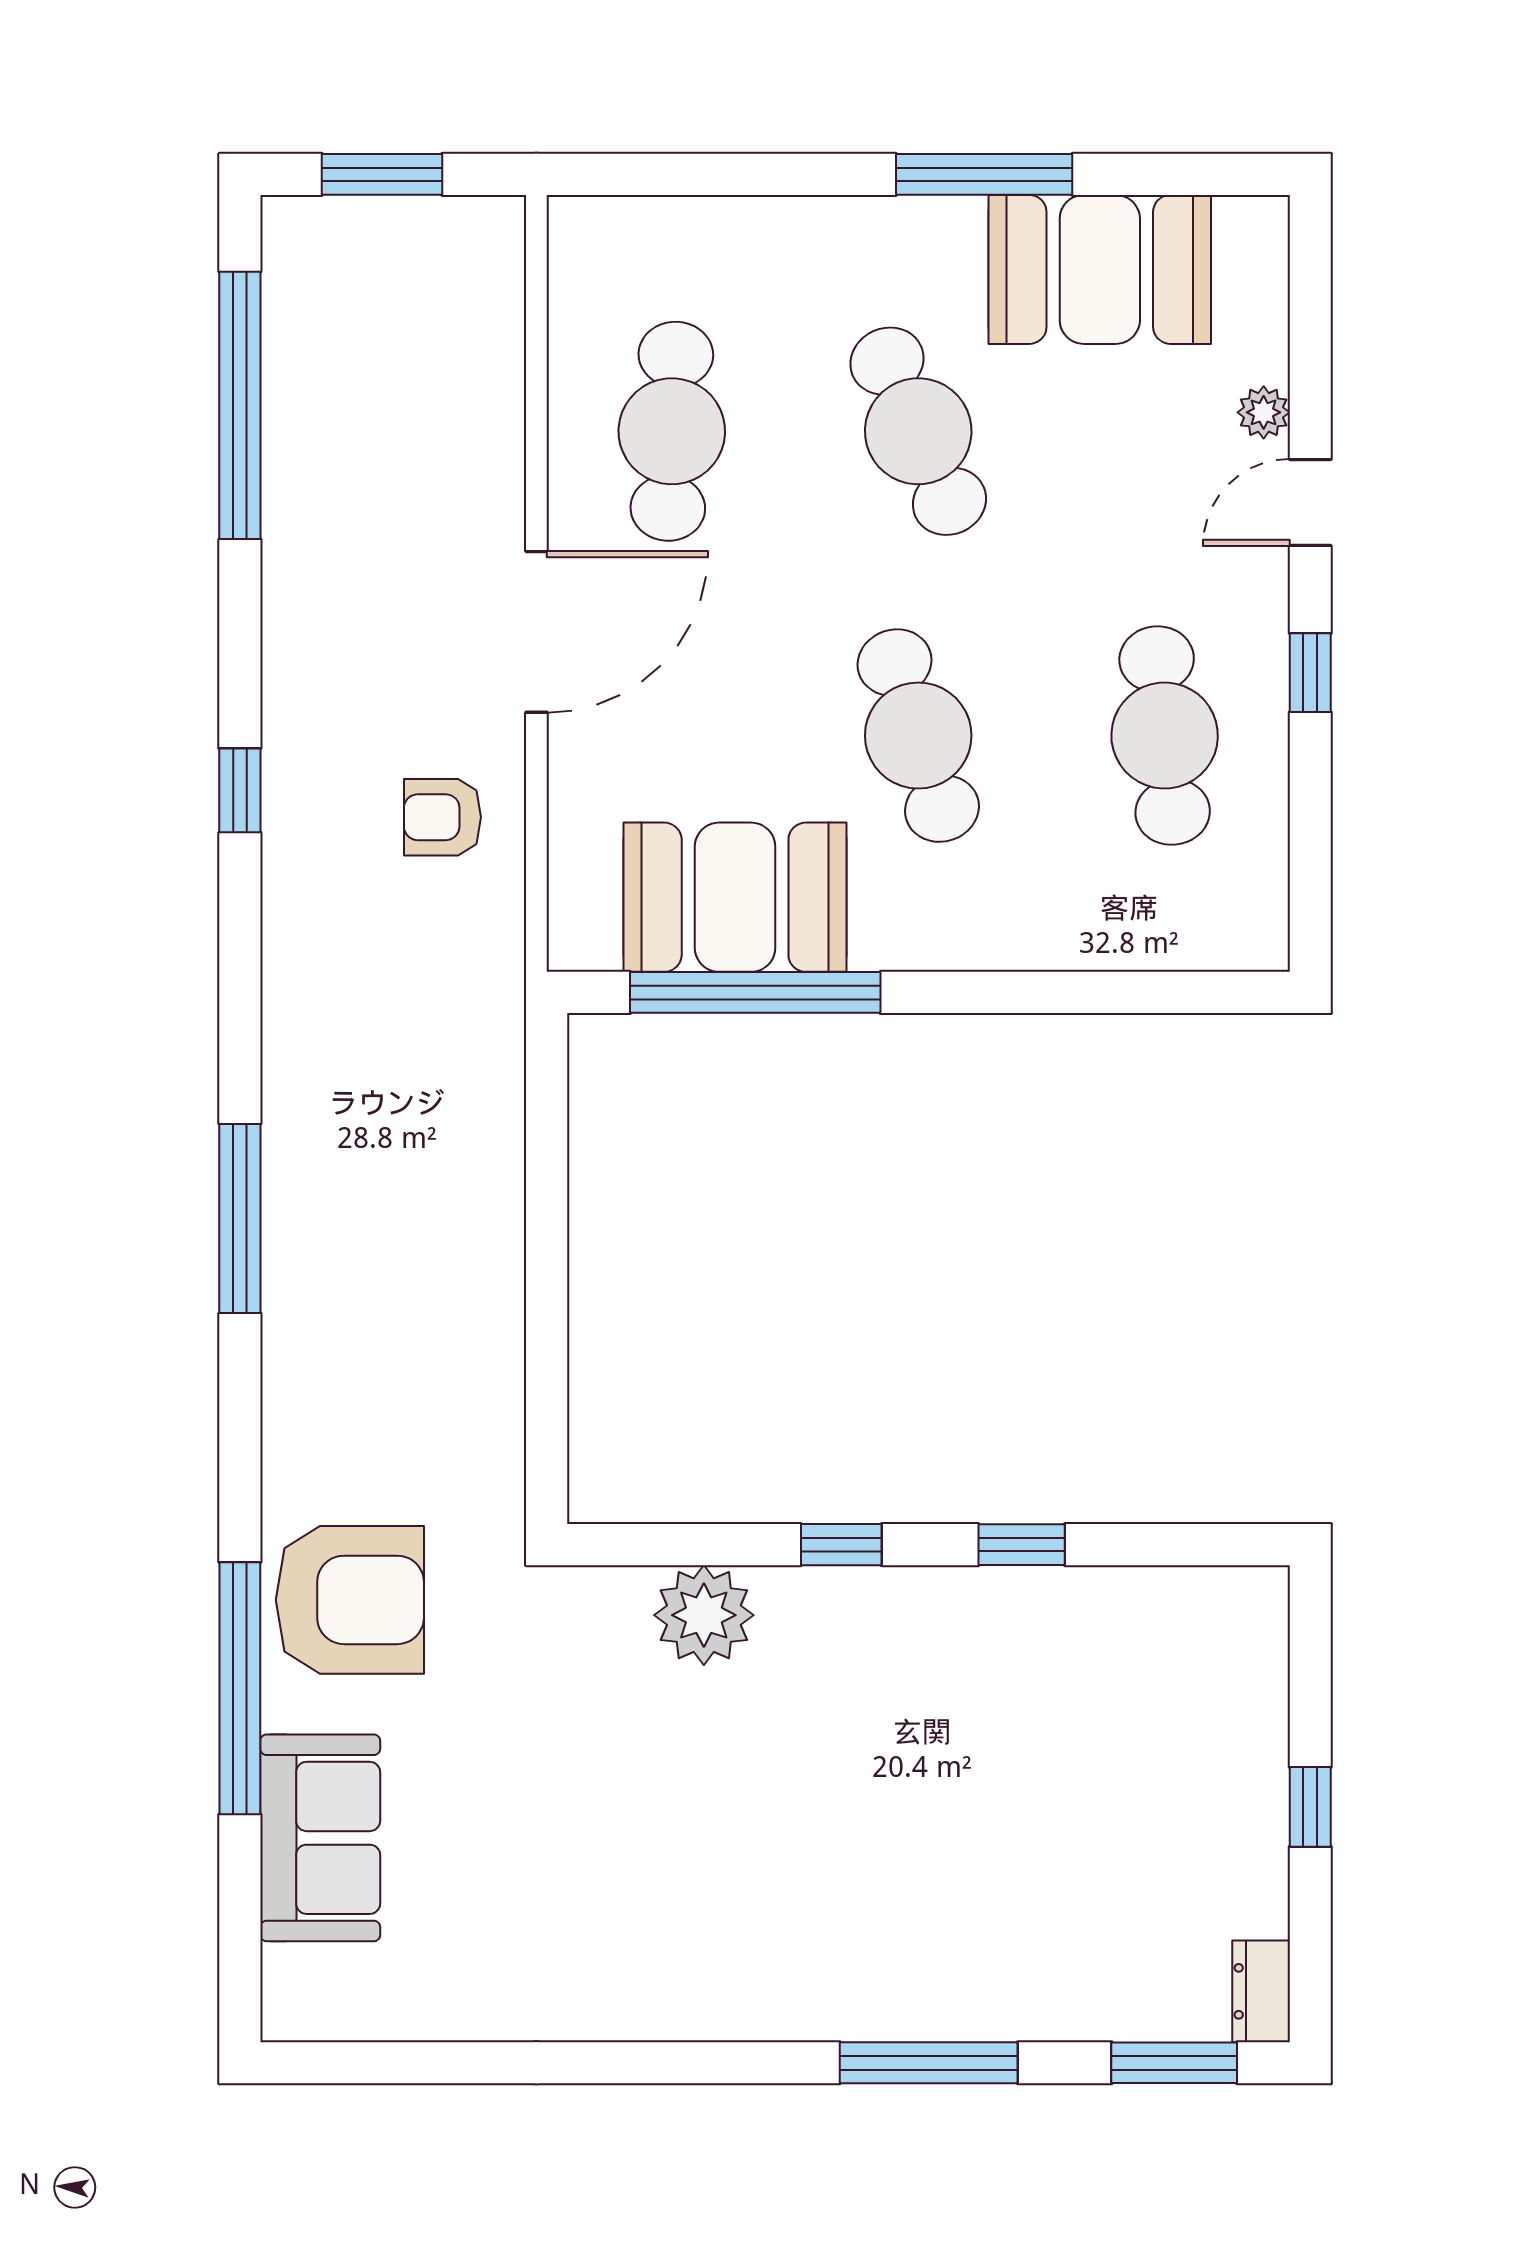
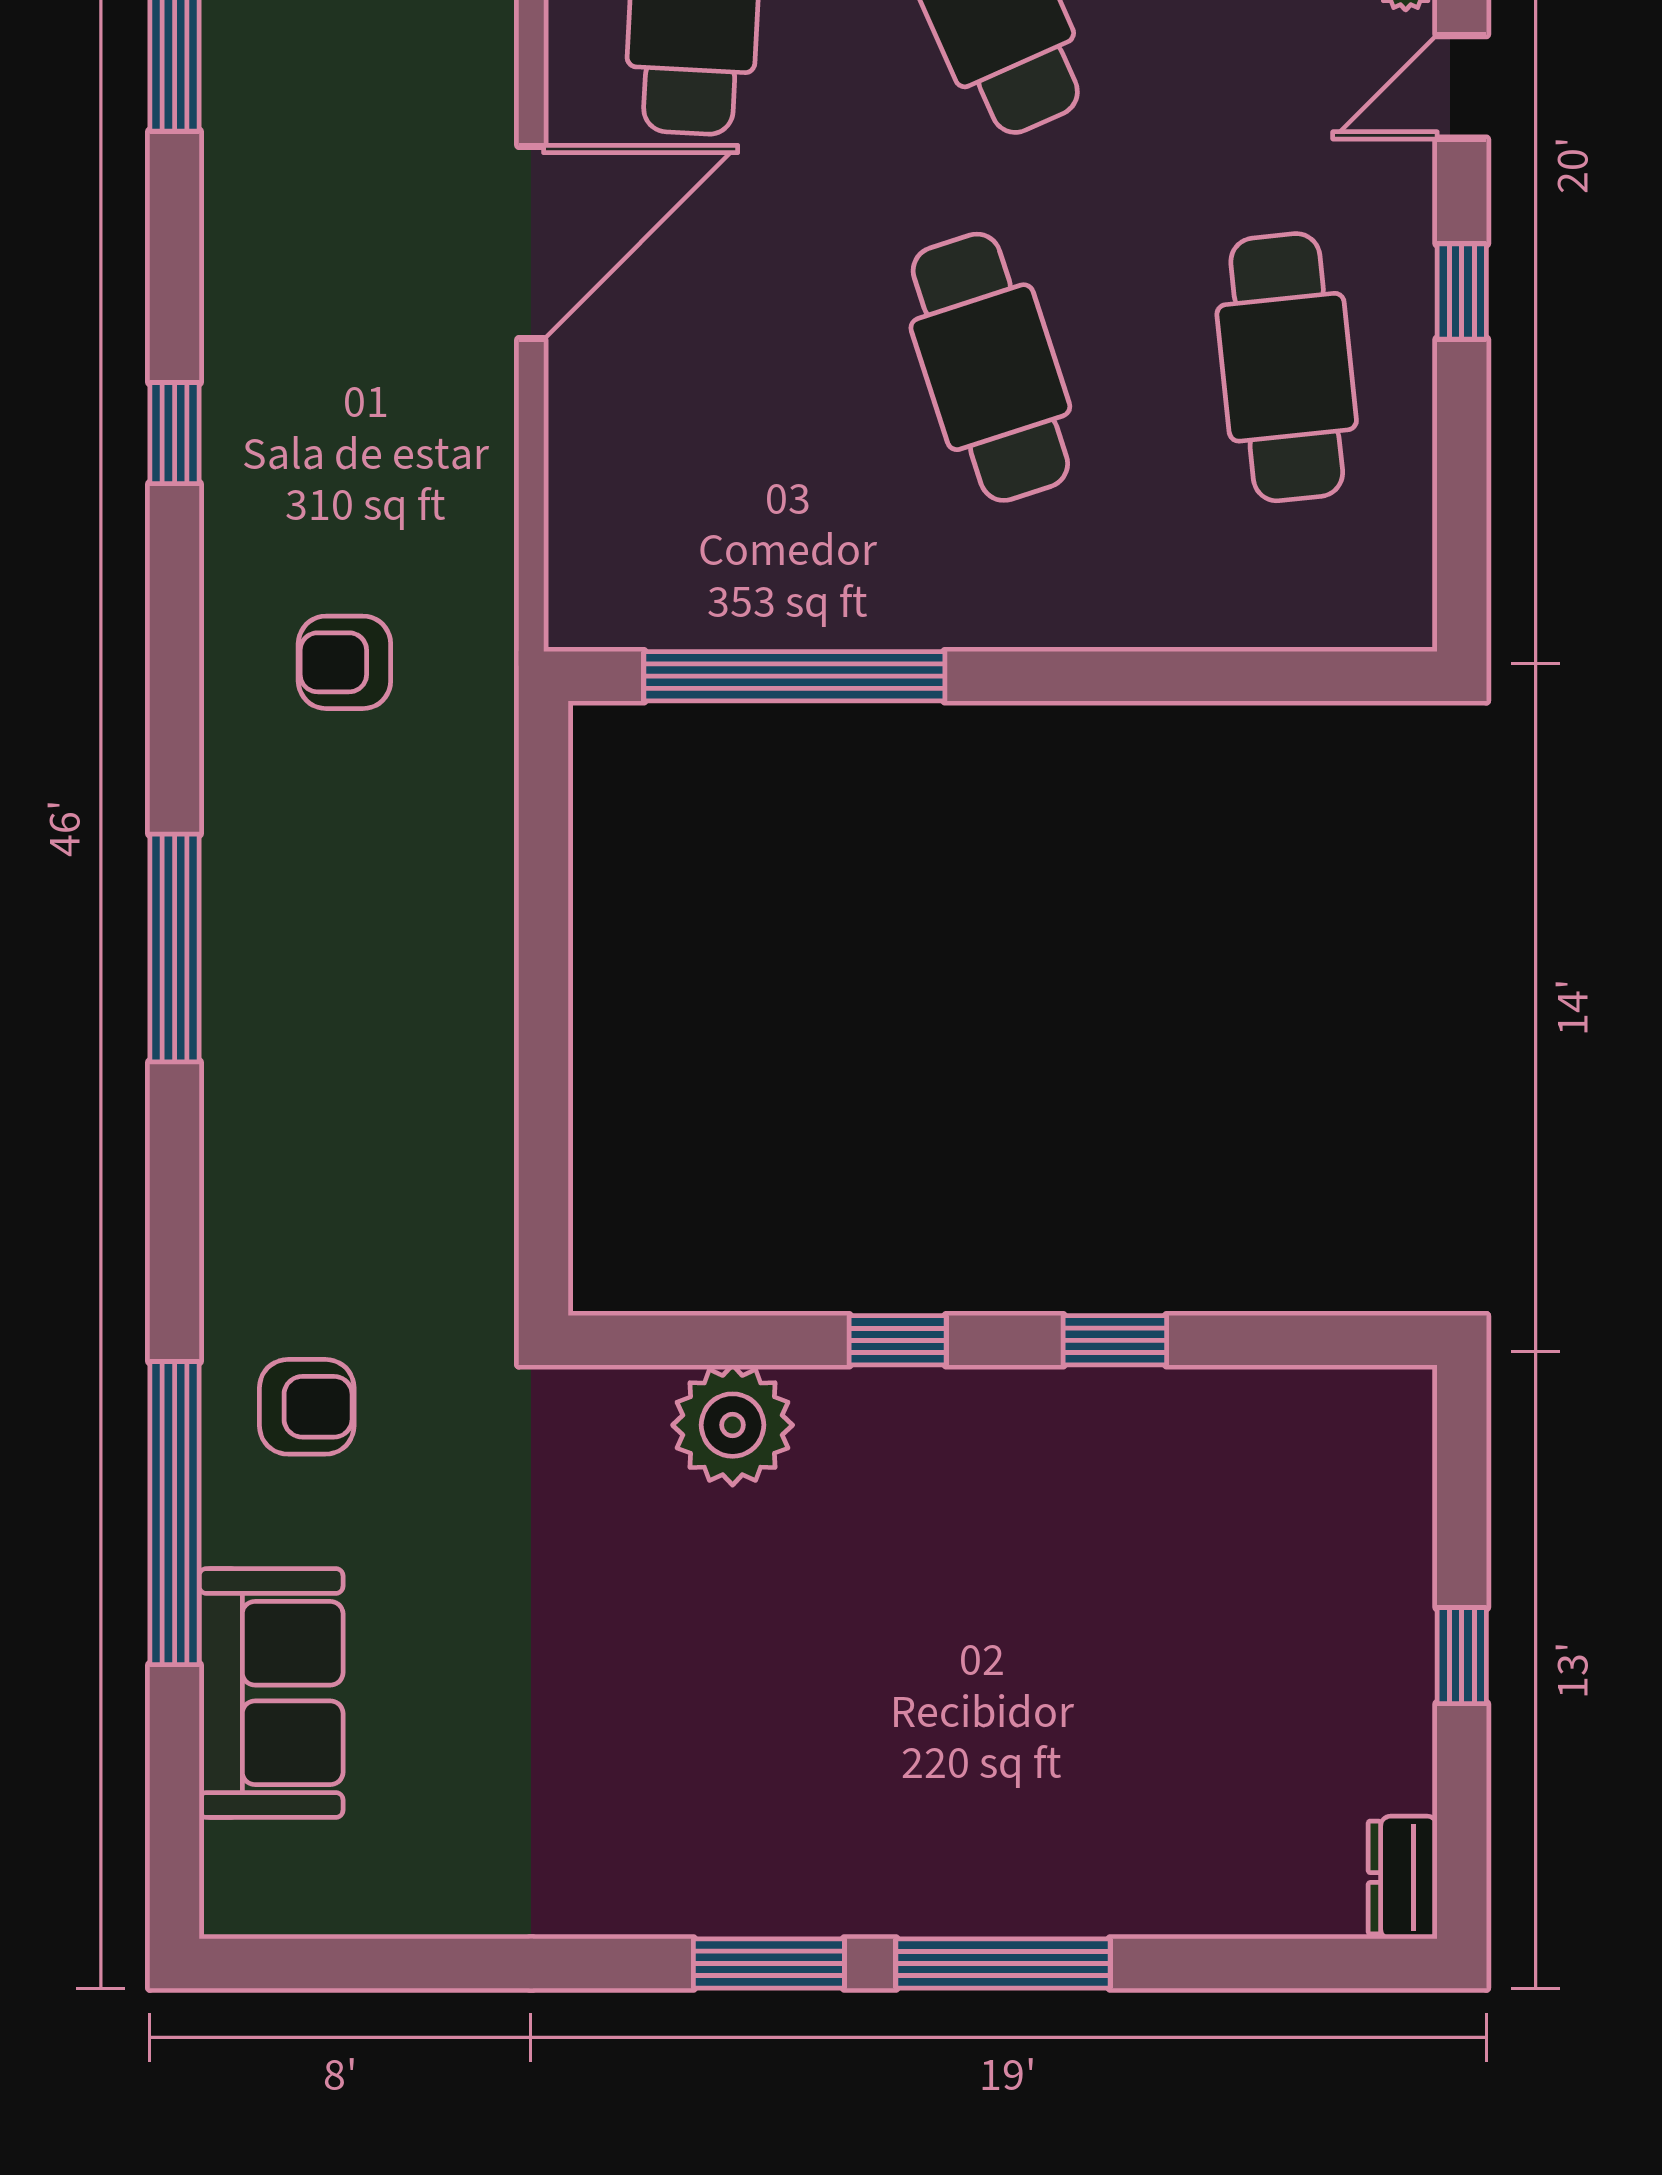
armchair: (442, 817) -> (344, 662), moved
booth: (735, 897) -> (770, 562), removed
armchair: (350, 1600) -> (307, 1407), width x0.53, depth x0.53
window: (1174, 2063) -> (769, 1963), moved

